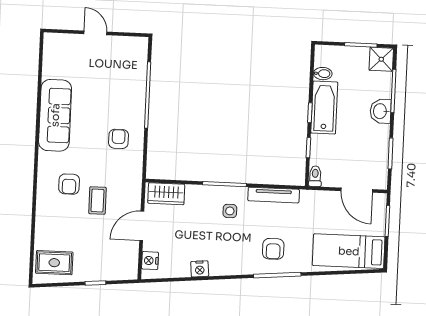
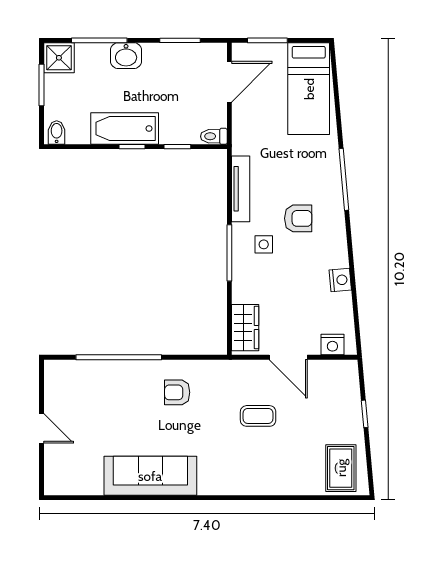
door: (95, 33) -> (42, 428), swing flipped
bidet: (323, 74) -> (57, 132), moved
armchair: (69, 184) -> (238, 454), removed
armchair: (273, 249) -> (298, 218), moved

